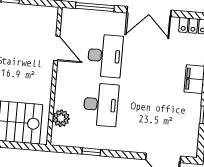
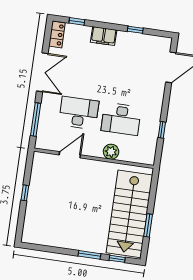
desk: (101, 105) -> (121, 119), turned 180
plant: (61, 118) -> (111, 152), moved

